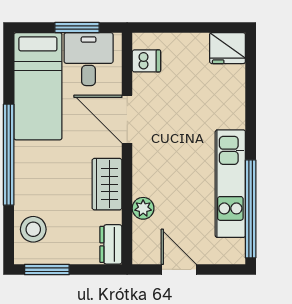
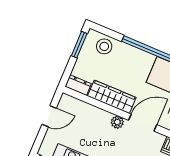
wardrobe: (107, 184) -> (112, 97), width x1.50
plant: (143, 208) -> (117, 122), moved

